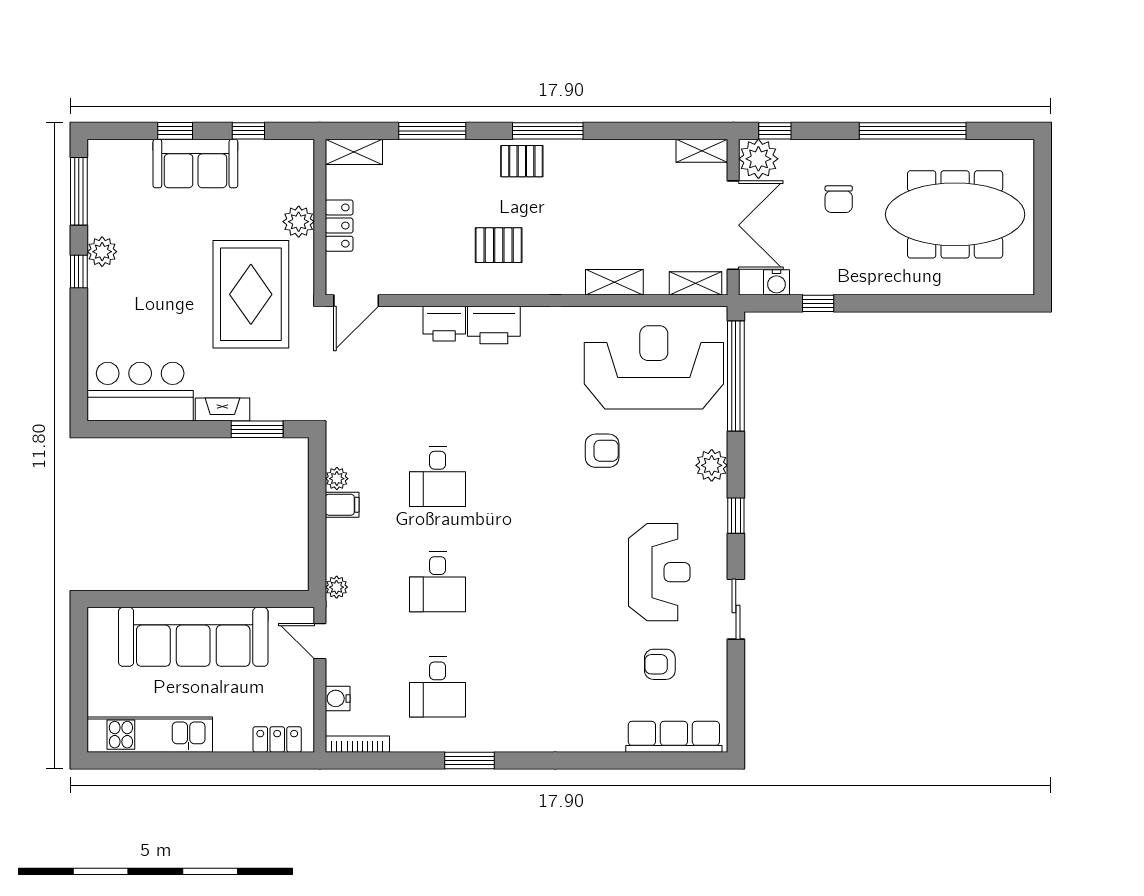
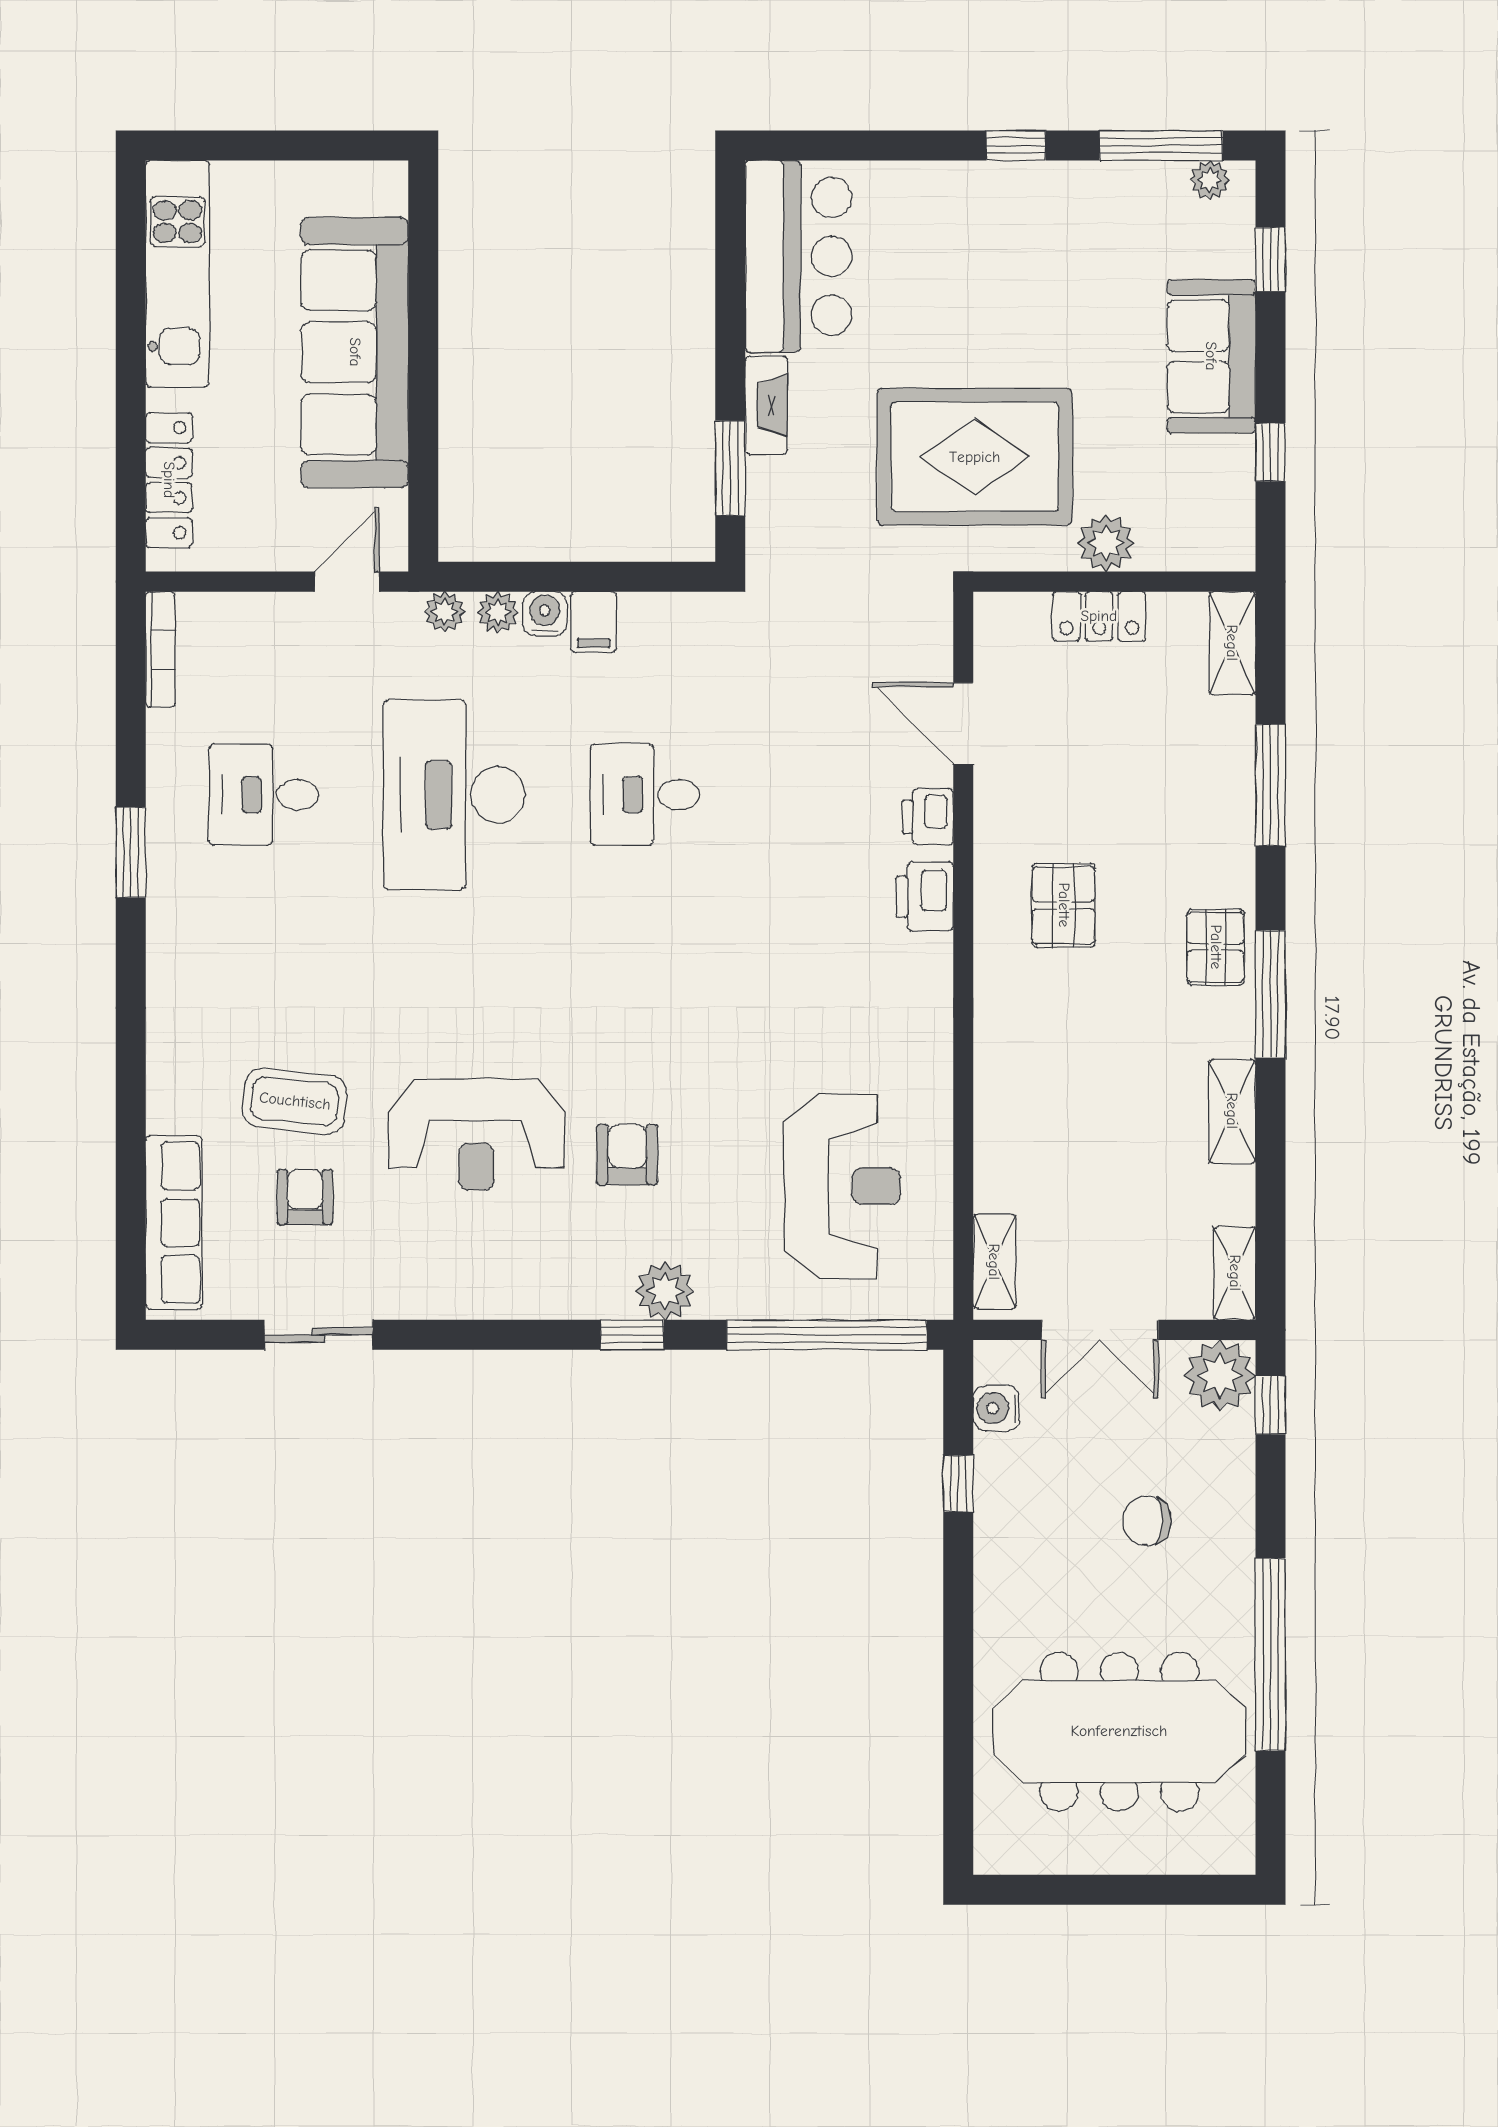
window: (175, 131) -> (1270, 259), moved
meeting table: (955, 214) -> (1119, 1731), turned 90
double door: (733, 225) -> (1100, 1330), width x0.73
plant: (102, 252) -> (1210, 180), moved, width x0.73, depth x0.73
shelving: (614, 282) -> (1232, 1111), moved
door: (356, 301) -> (963, 723), moved
printer: (444, 324) -> (928, 817), width x0.73, depth x0.81
printer: (494, 325) -> (925, 897), width x0.73, depth x0.84
reception desk: (654, 367) -> (842, 1186), width x0.74, depth x0.77
armchair: (602, 451) -> (627, 1155), moved, turned 180
plant: (337, 479) -> (498, 612), moved
window: (736, 516) -> (632, 1335), moved
reception desk: (659, 572) -> (476, 1134), moved
desk: (438, 582) -> (454, 795), width x1.87, depth x1.30
sliding door: (736, 609) -> (319, 1335), moved
coffee table: (607, 670) -> (295, 1101), added
water cooler: (338, 698) -> (545, 614), moved
locker: (277, 739) -> (169, 480), width x1.53

